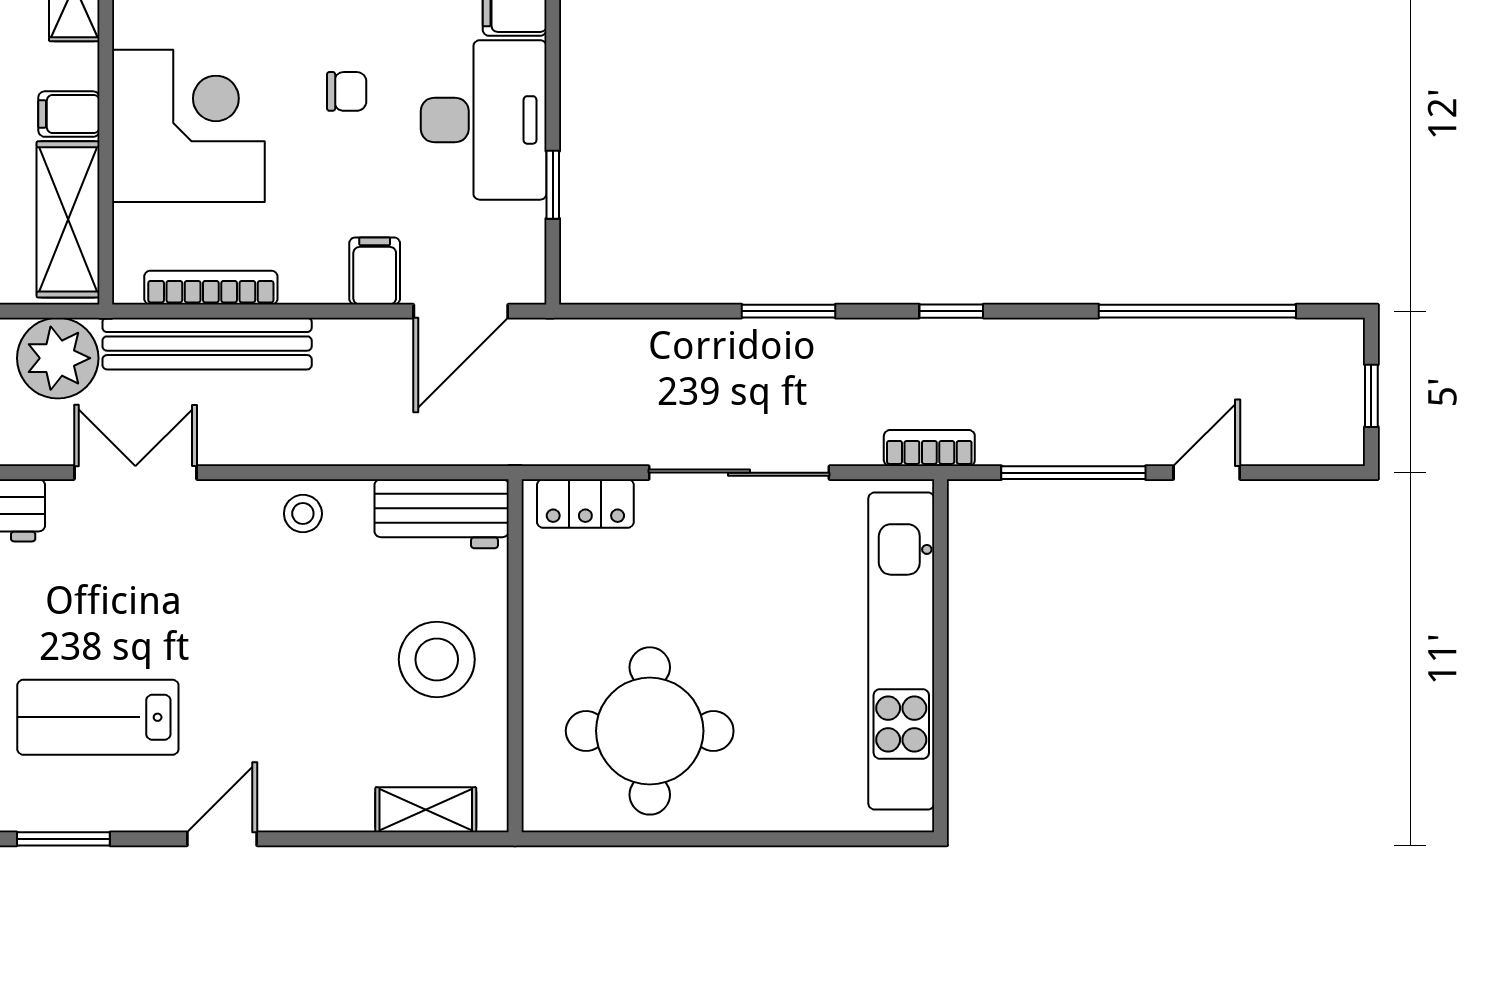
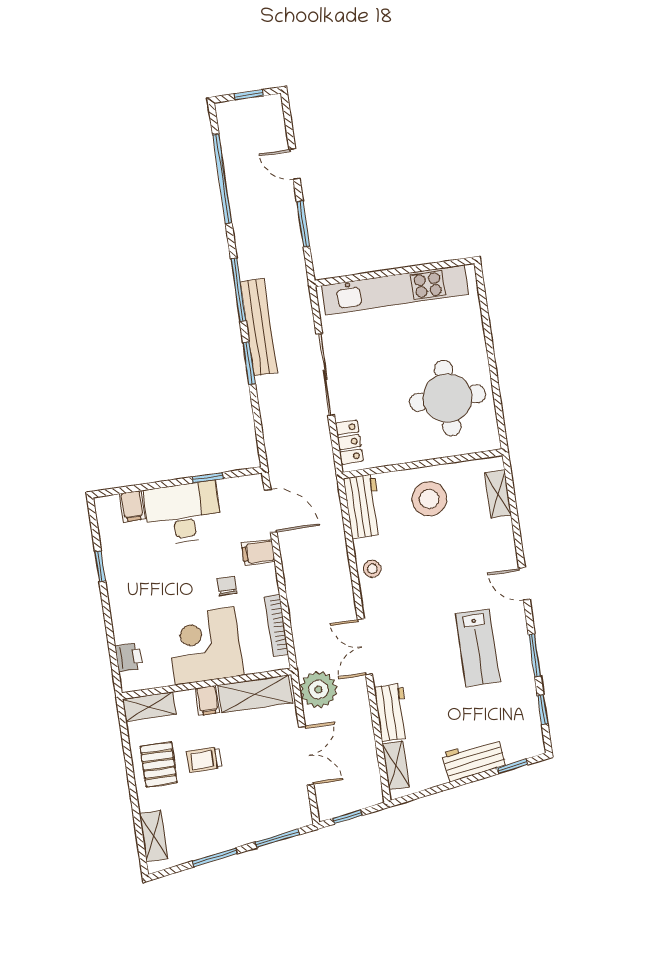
chair: (347, 91) -> (227, 586), moved
window: (951, 311) -> (238, 290), width x2.17
bench: (207, 344) -> (259, 327), moved
bookcase: (929, 448) -> (302, 291), removed
window: (1073, 473) -> (303, 224), width x0.69

